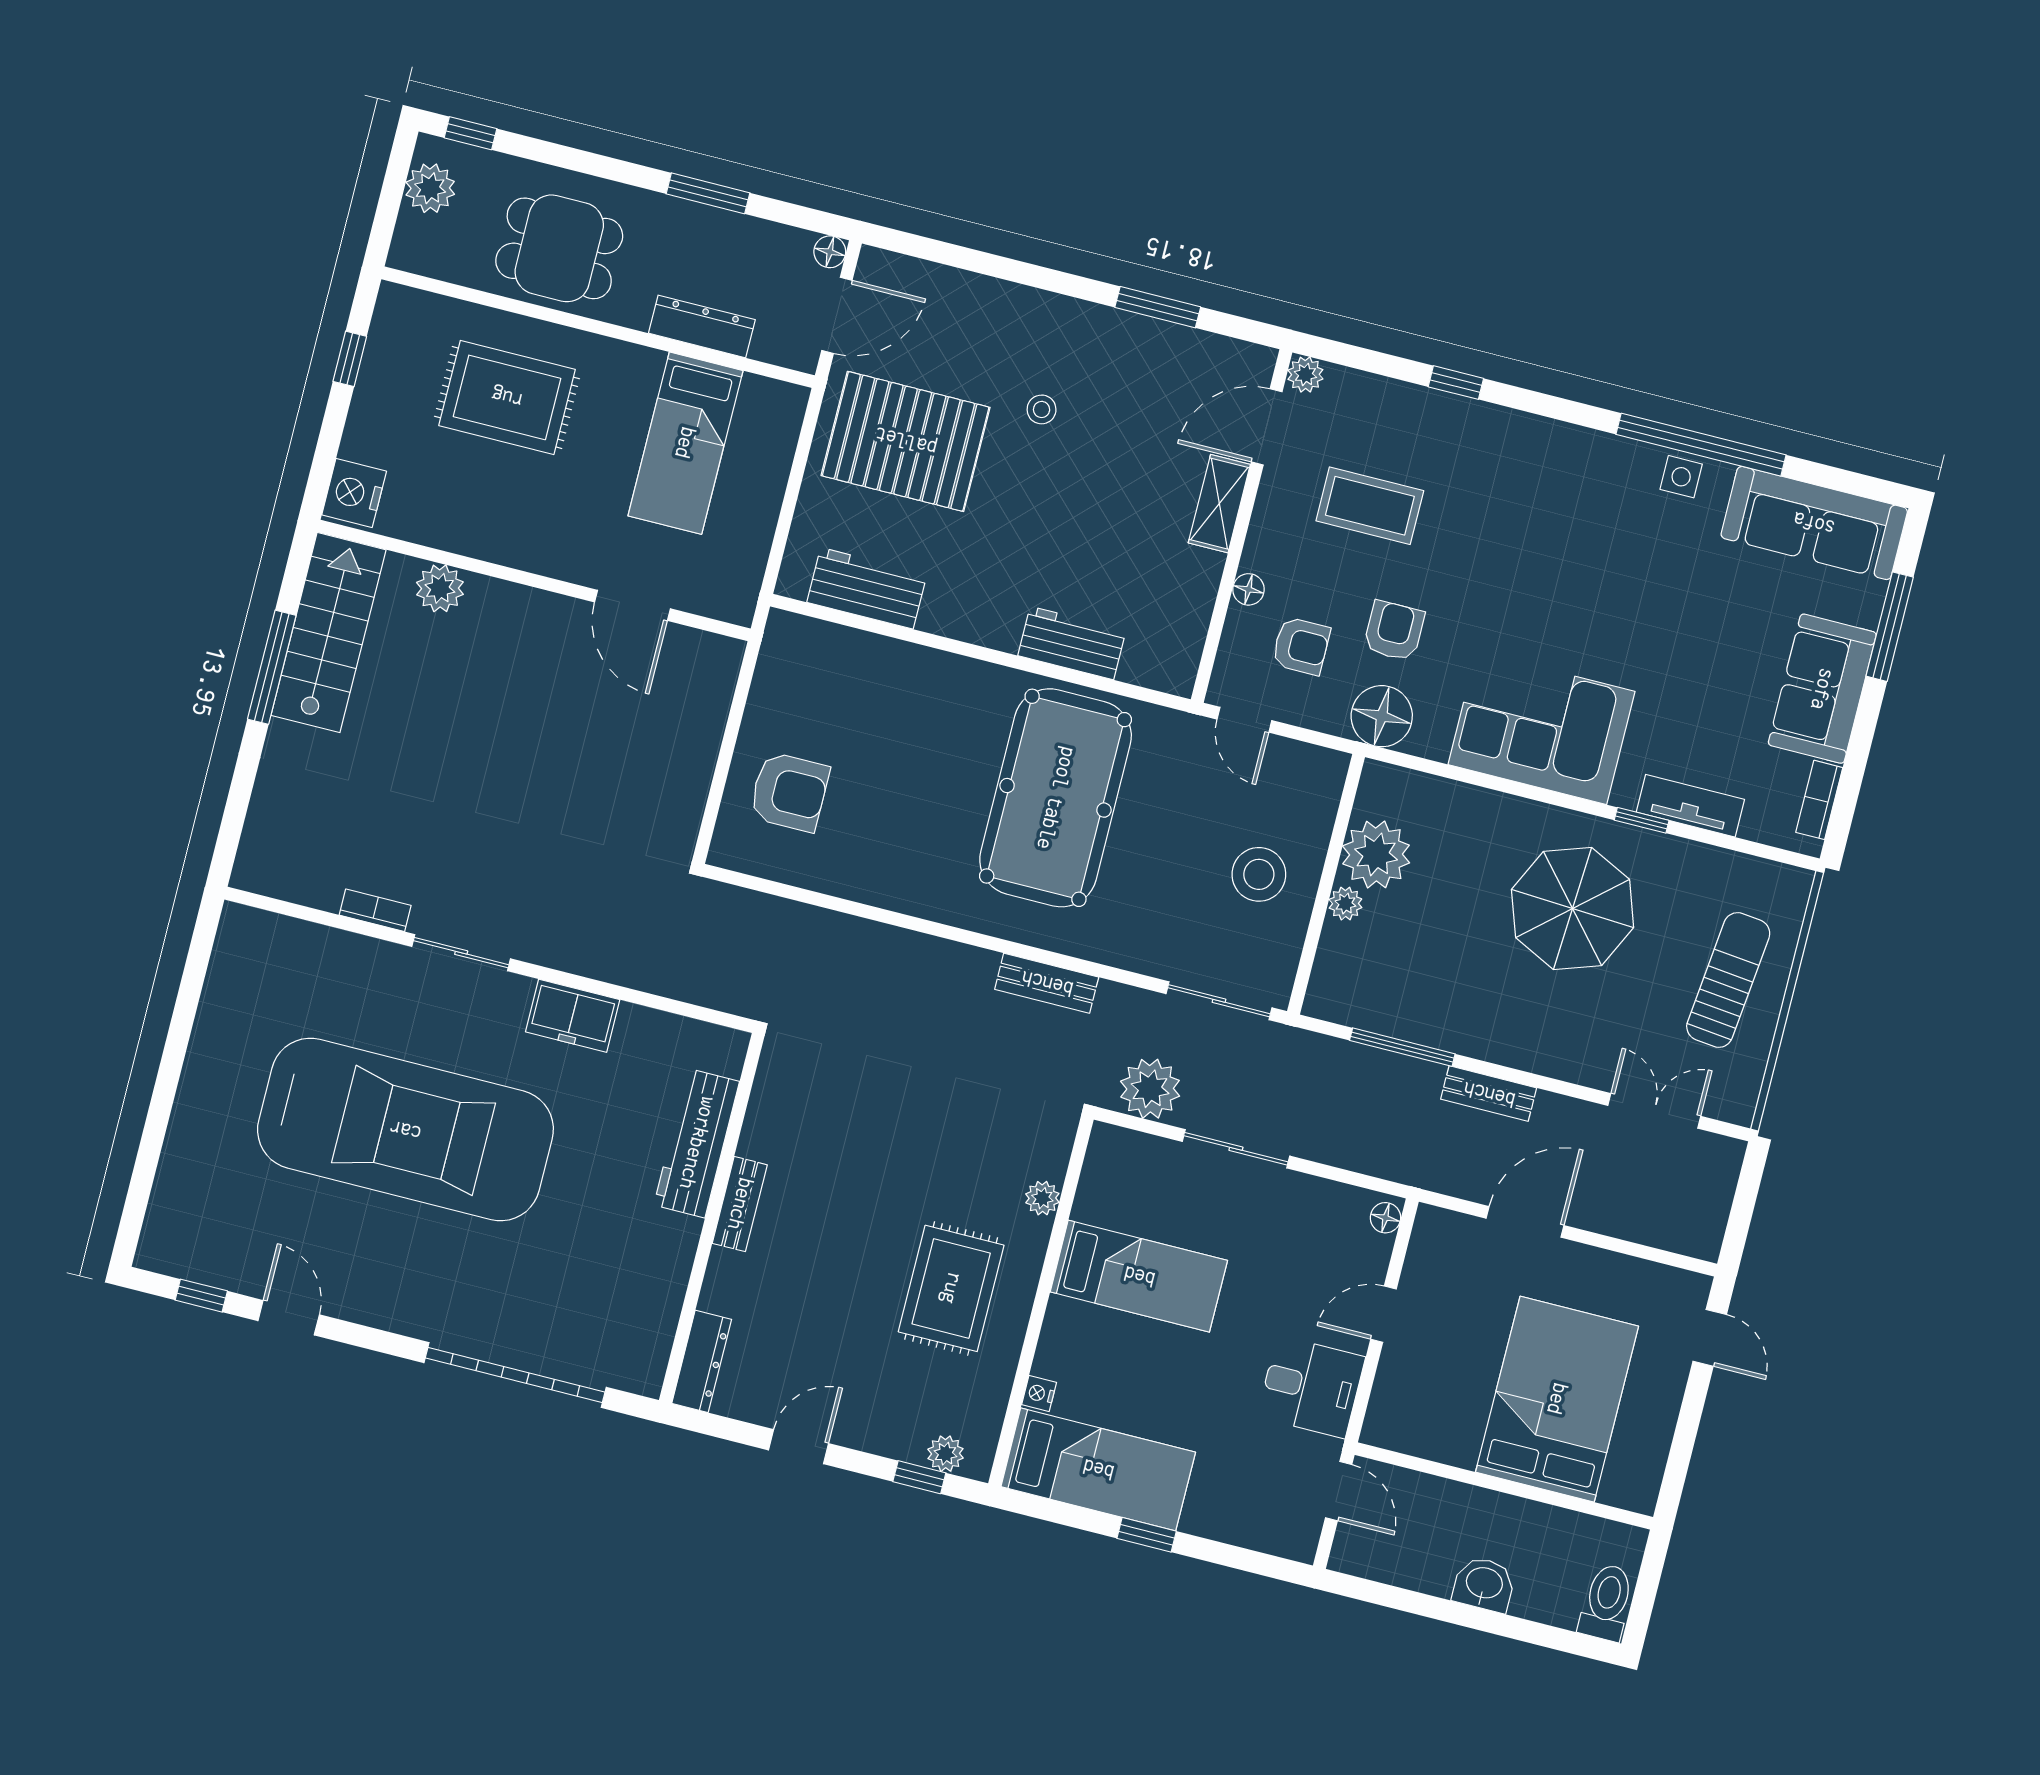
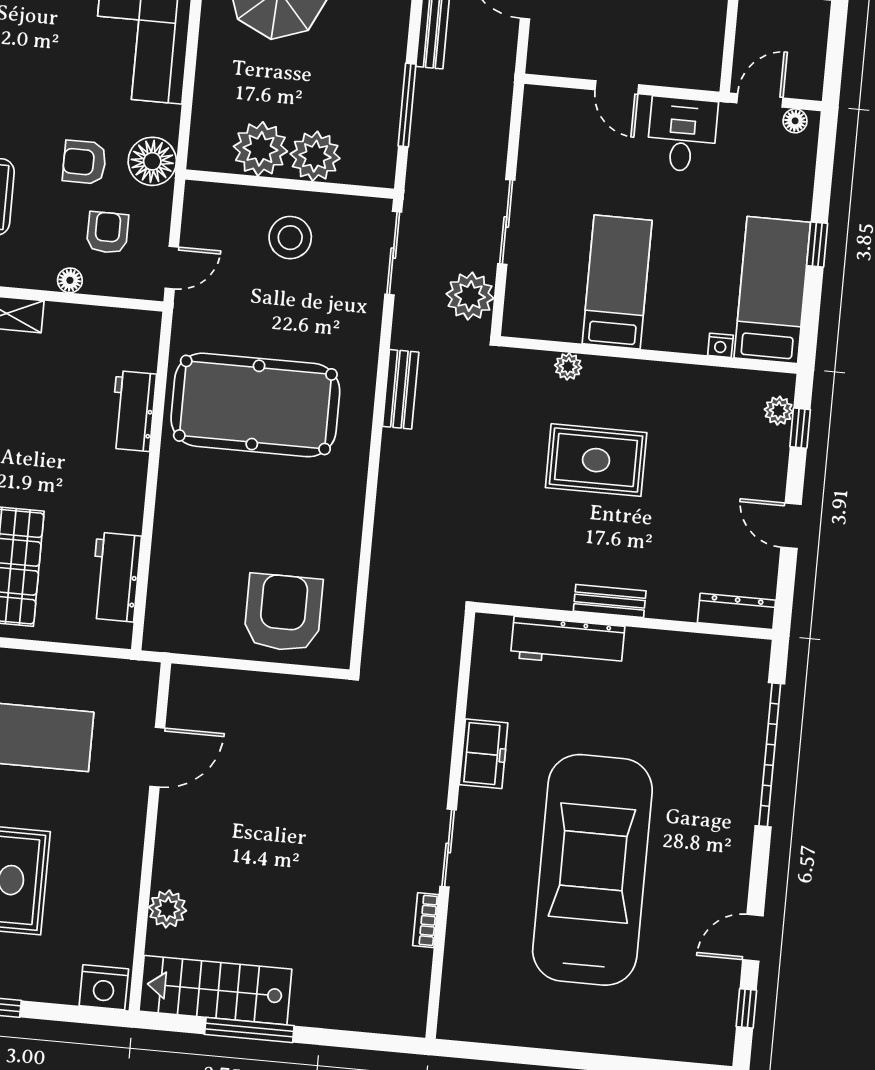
armchair: (789, 792) -> (283, 613), width x1.36, depth x1.36
plant: (1345, 904) -> (315, 156), width x1.88, depth x1.88
floor lamp: (1385, 1218) -> (795, 121), moved
rug: (951, 1288) -> (596, 460), moved

